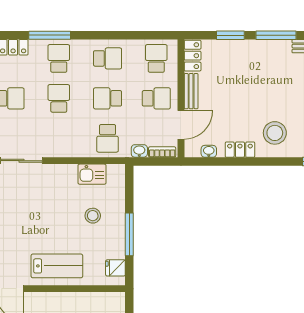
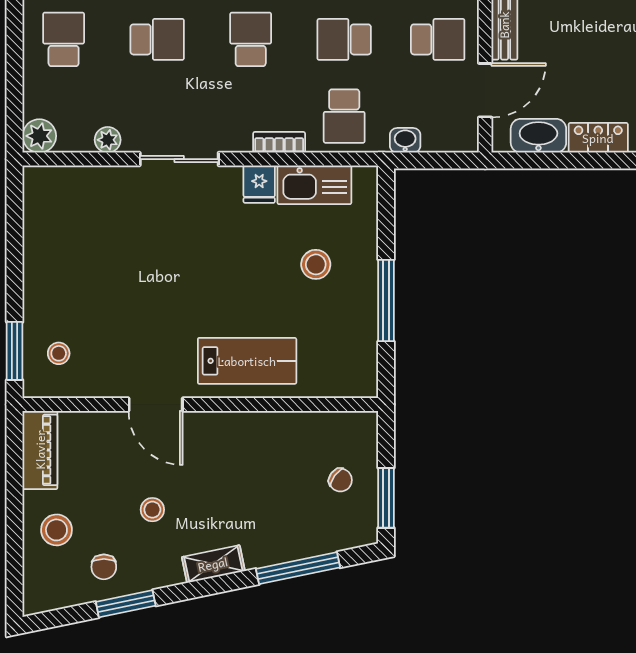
washbasin: (209, 151) -> (538, 136), width x1.91, depth x1.45
bookcase: (162, 152) -> (279, 142), moved
kitchen sink: (92, 174) -> (314, 185), width x1.38
fridge: (115, 268) -> (259, 184), moved, turned -90

